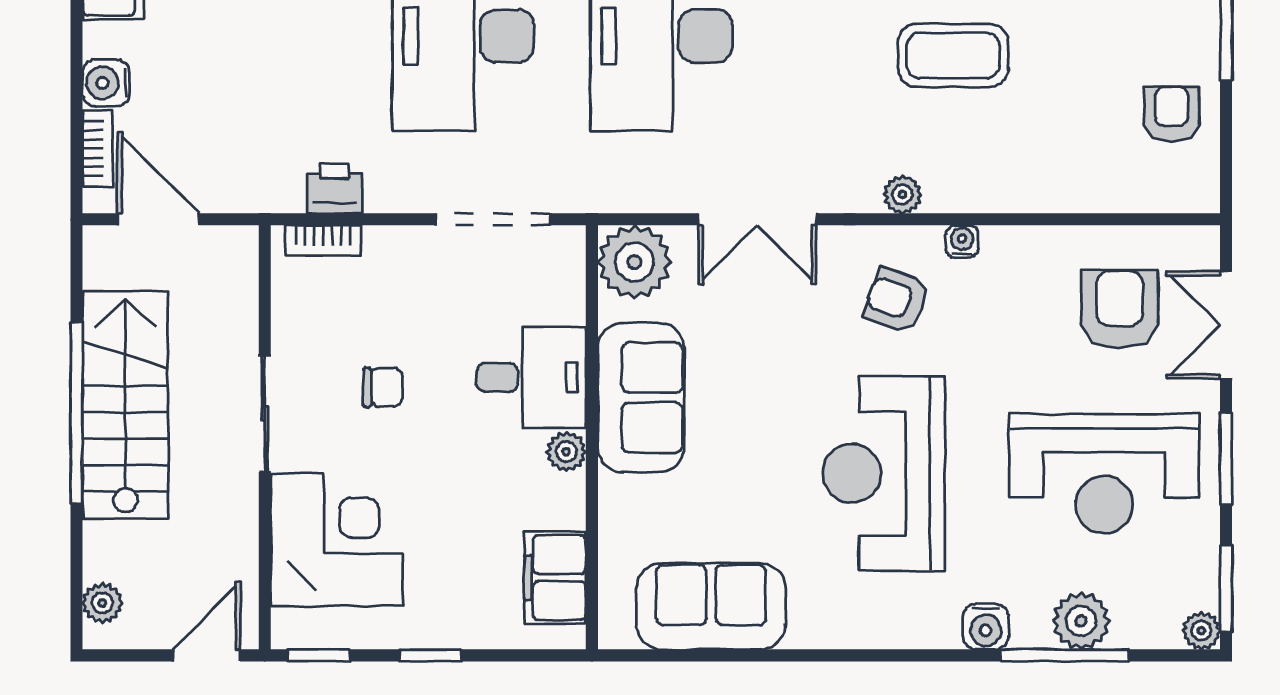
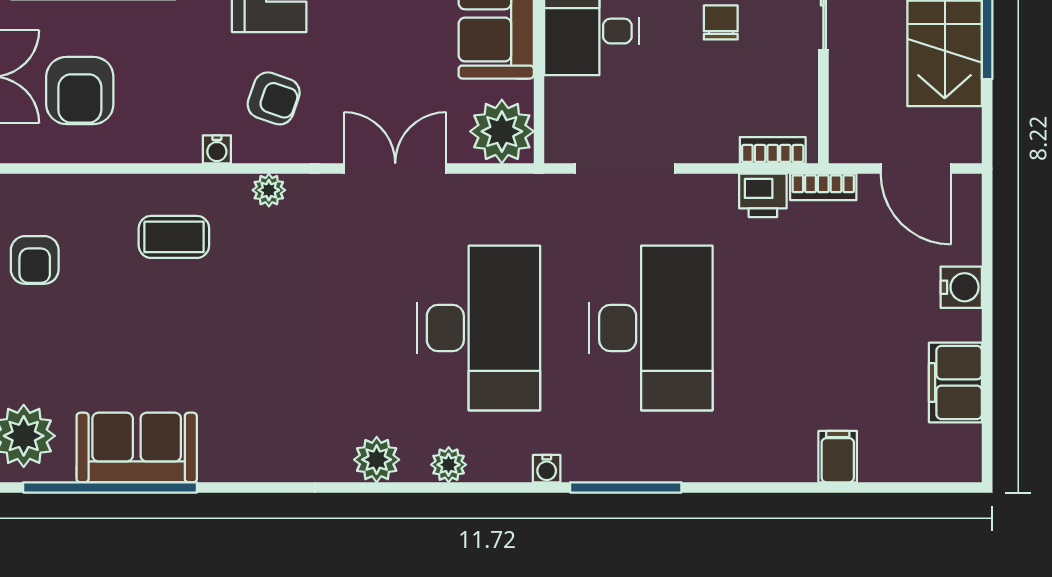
coffee table: (953, 55) -> (174, 237), moved, width x0.73, depth x0.77
bookcase: (98, 149) -> (823, 187), moved, turned -90
chair: (383, 387) -> (721, 22), turned 90

